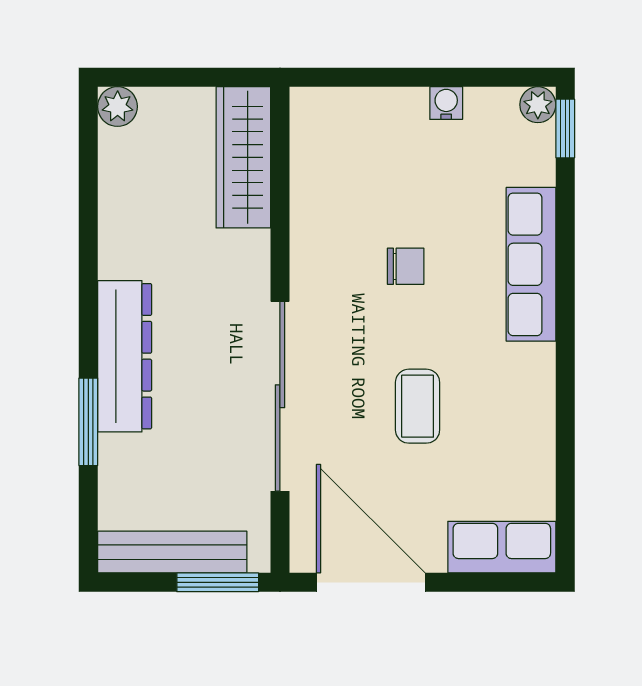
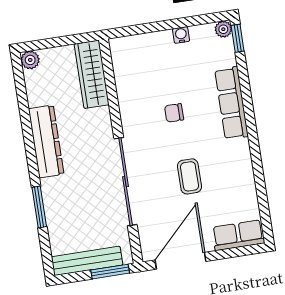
chair: (406, 266) -> (174, 113), turned 180
dresser: (125, 356) -> (46, 141), moved
door: (371, 582) -> (180, 261), hinge flipped

